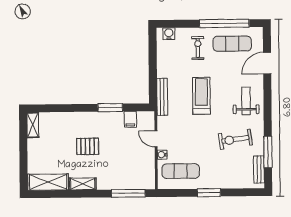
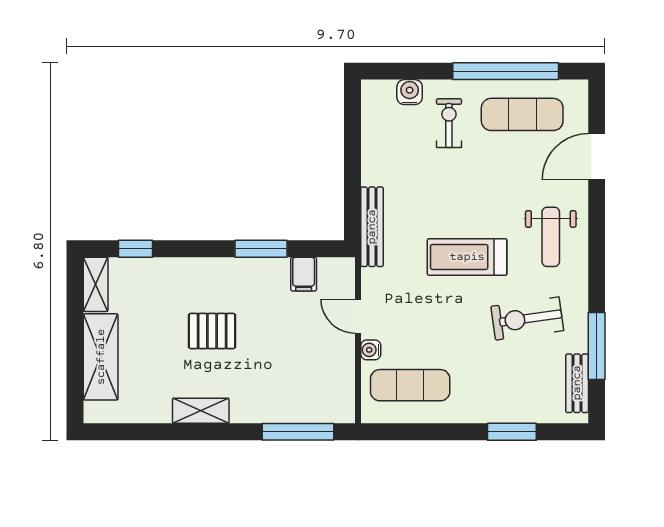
water cooler: (169, 34) -> (410, 92), moved
treadmill: (201, 96) -> (467, 257), moved, turned -90
weight bench: (246, 101) -> (551, 237), turned 180
window: (51, 108) -> (135, 249), added
shelving: (48, 182) -> (101, 357), moved, turned 90
window: (209, 193) -> (512, 432), moved

